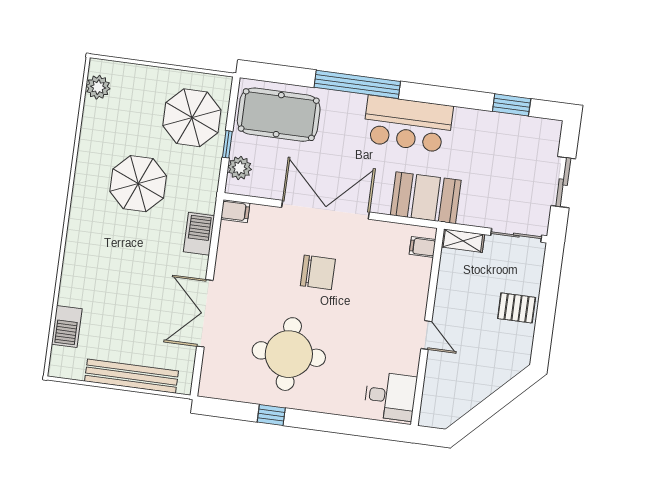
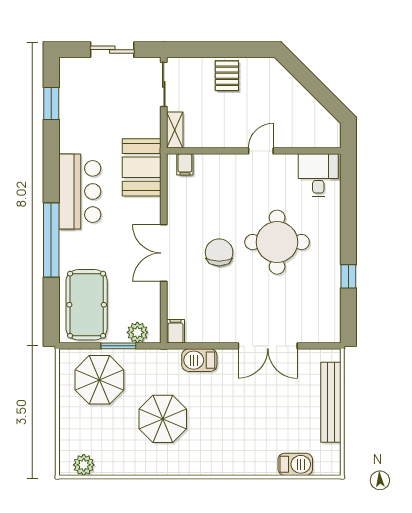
window: (227, 144) -> (118, 346), width x1.50
double door: (326, 210) -> (164, 253), width x0.73
round table: (289, 354) -> (277, 242), moved

